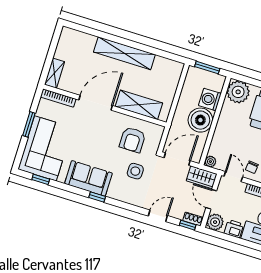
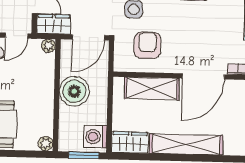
wardrobe: (168, 67) -> (130, 142), added
plant: (238, 92) -> (46, 144), width x0.53, depth x0.53
washing machine: (210, 99) -> (95, 137), moved, turned 180
door: (233, 177) -> (16, 36), hinge flipped

